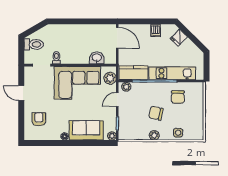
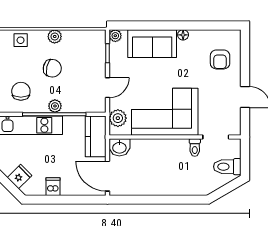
washbasin: (97, 58) -> (119, 147), moved
kitchen counter: (134, 73) -> (96, 136), moved, turned 90
plant: (126, 87) -> (55, 106), moved

